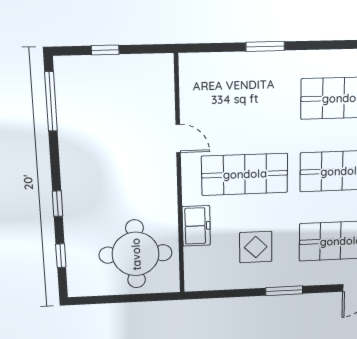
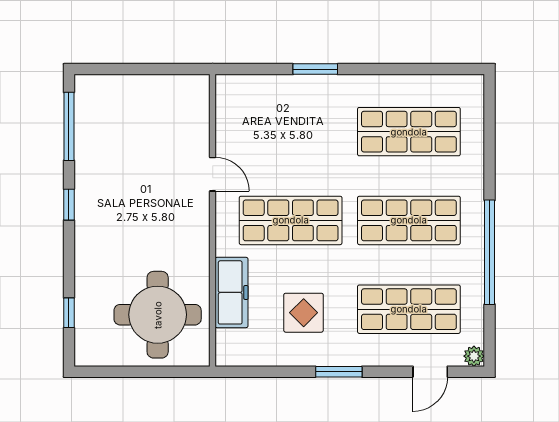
window: (105, 50) -> (133, 69), removed
window: (58, 204) -> (69, 205), moved
freezer: (196, 226) -> (232, 292), width x1.40

